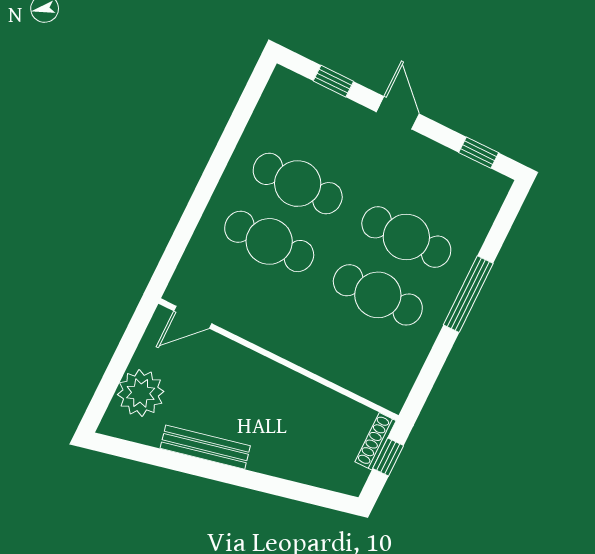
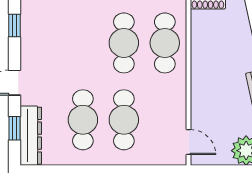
dresser: (311, 99) -> (31, 136), added
cafe table: (406, 237) -> (165, 43), moved

